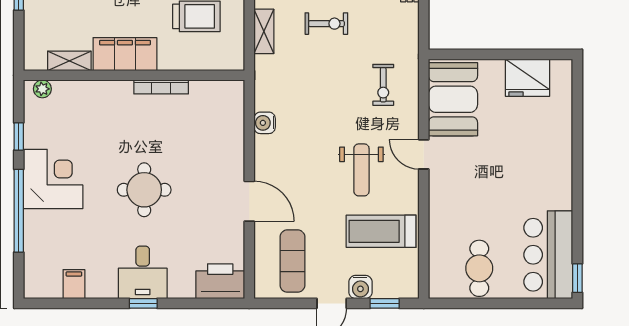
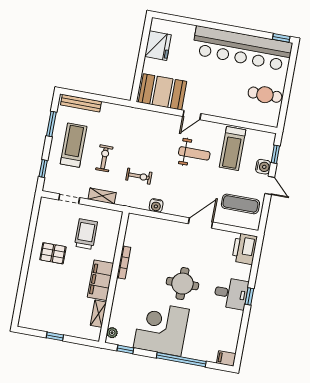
exercise bike: (383, 85) -> (139, 176), moved
window: (19, 136) -> (125, 349), moved
corner desk: (53, 179) -> (161, 329), width x1.36, depth x1.36
bar counter: (548, 255) -> (242, 48), width x1.86
filing cabinet: (74, 284) -> (226, 358), moved

